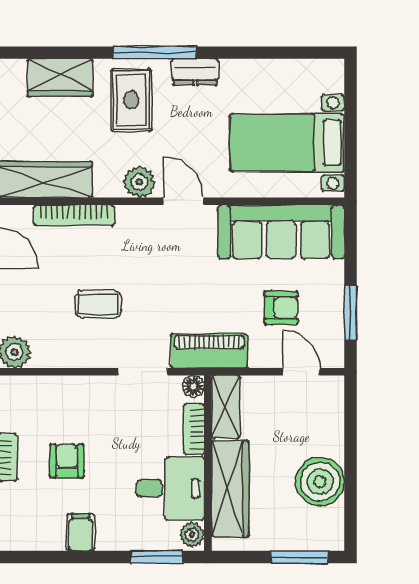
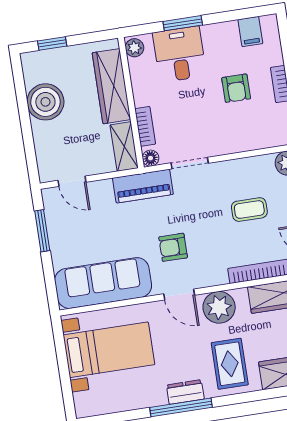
window: (154, 53) -> (181, 407), moved
plant: (139, 182) -> (219, 307), width x1.36, depth x1.36
coffee table: (98, 304) -> (249, 210), moved
armchair: (281, 308) -> (173, 247), moved
desk: (170, 489) -> (179, 54), moved, turned 90
filing cabinet: (81, 532) -> (250, 32), moved
window: (157, 557) -> (183, 23), moved
window: (299, 557) -> (52, 43), width x0.67

